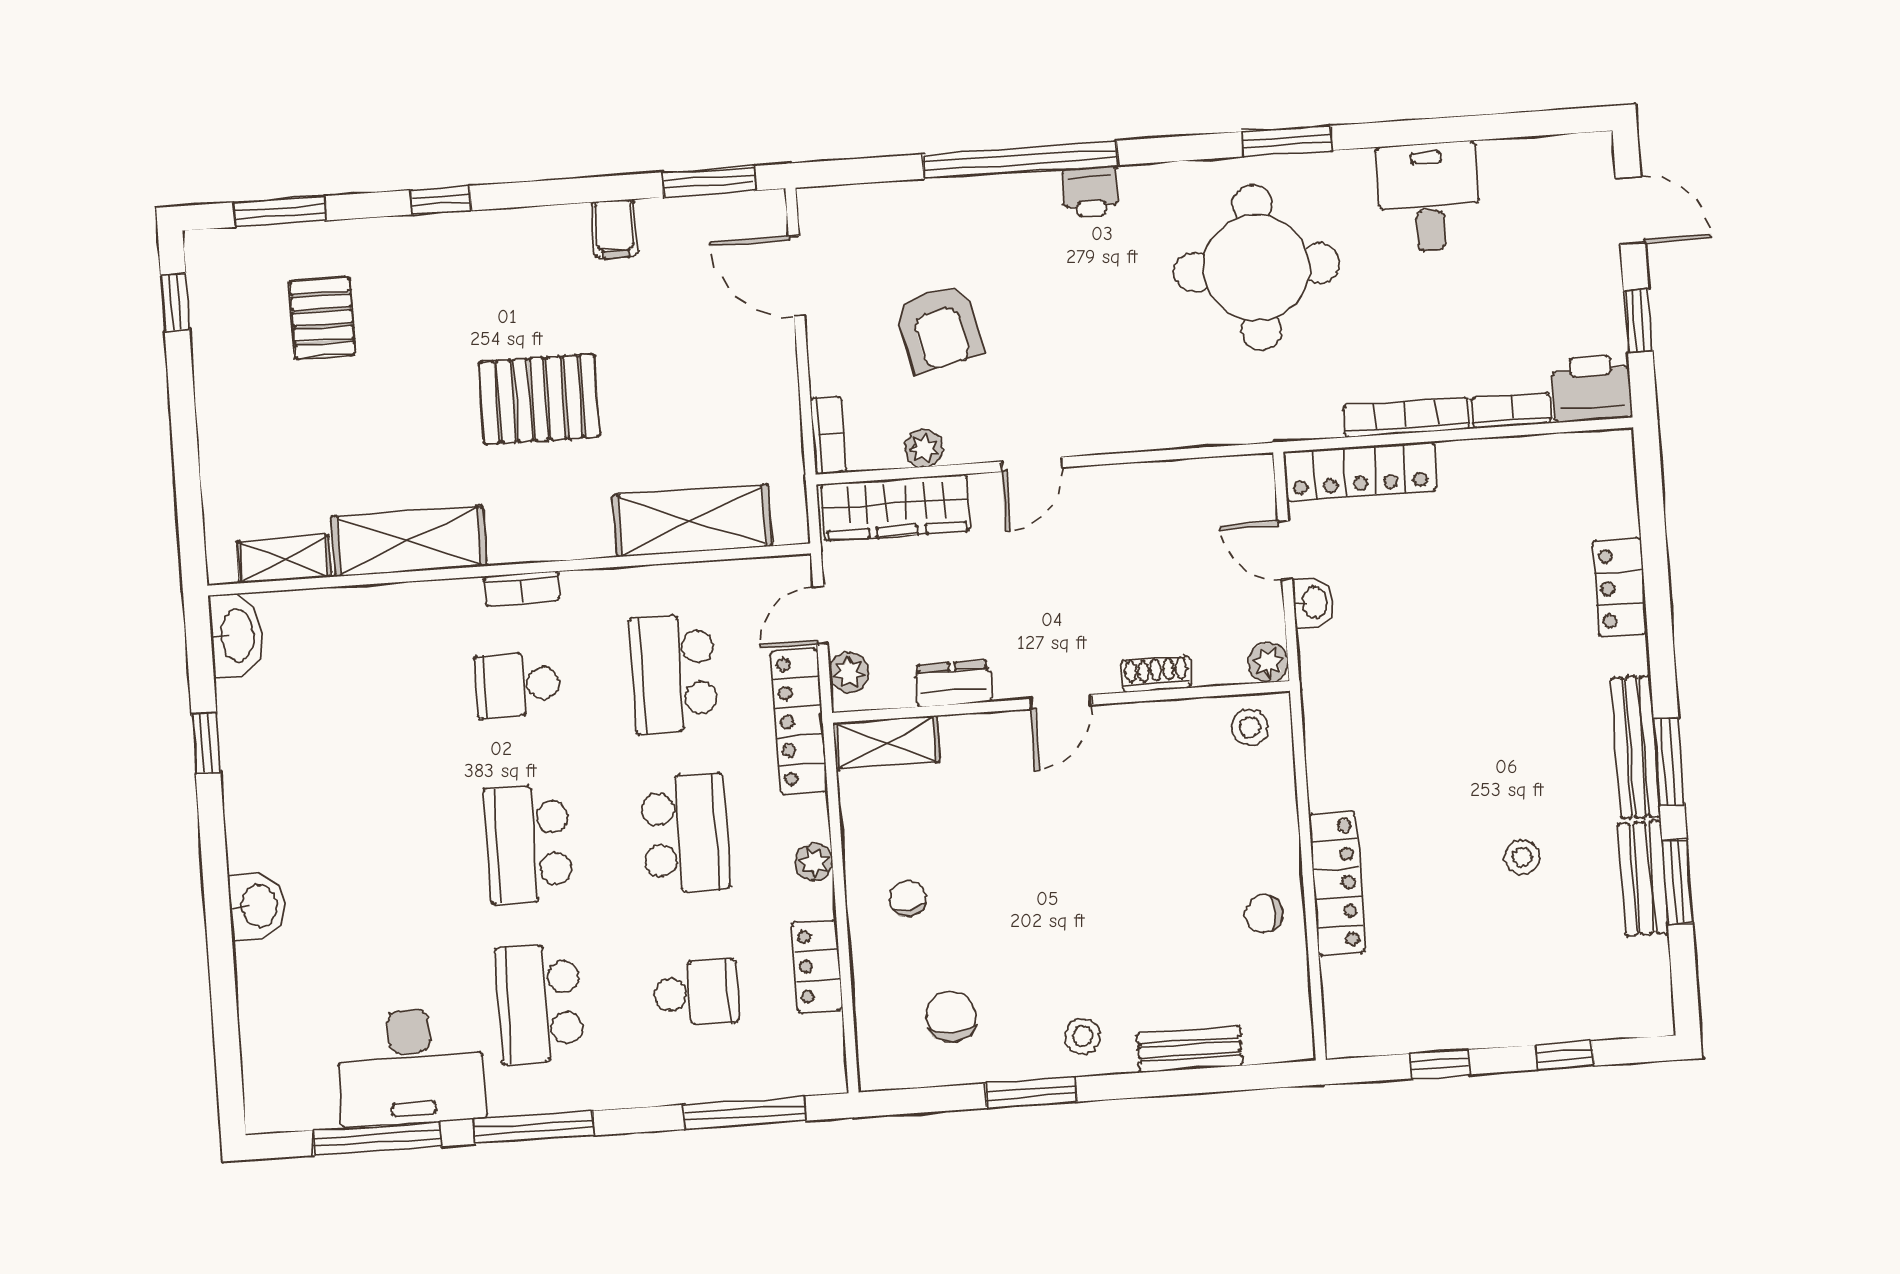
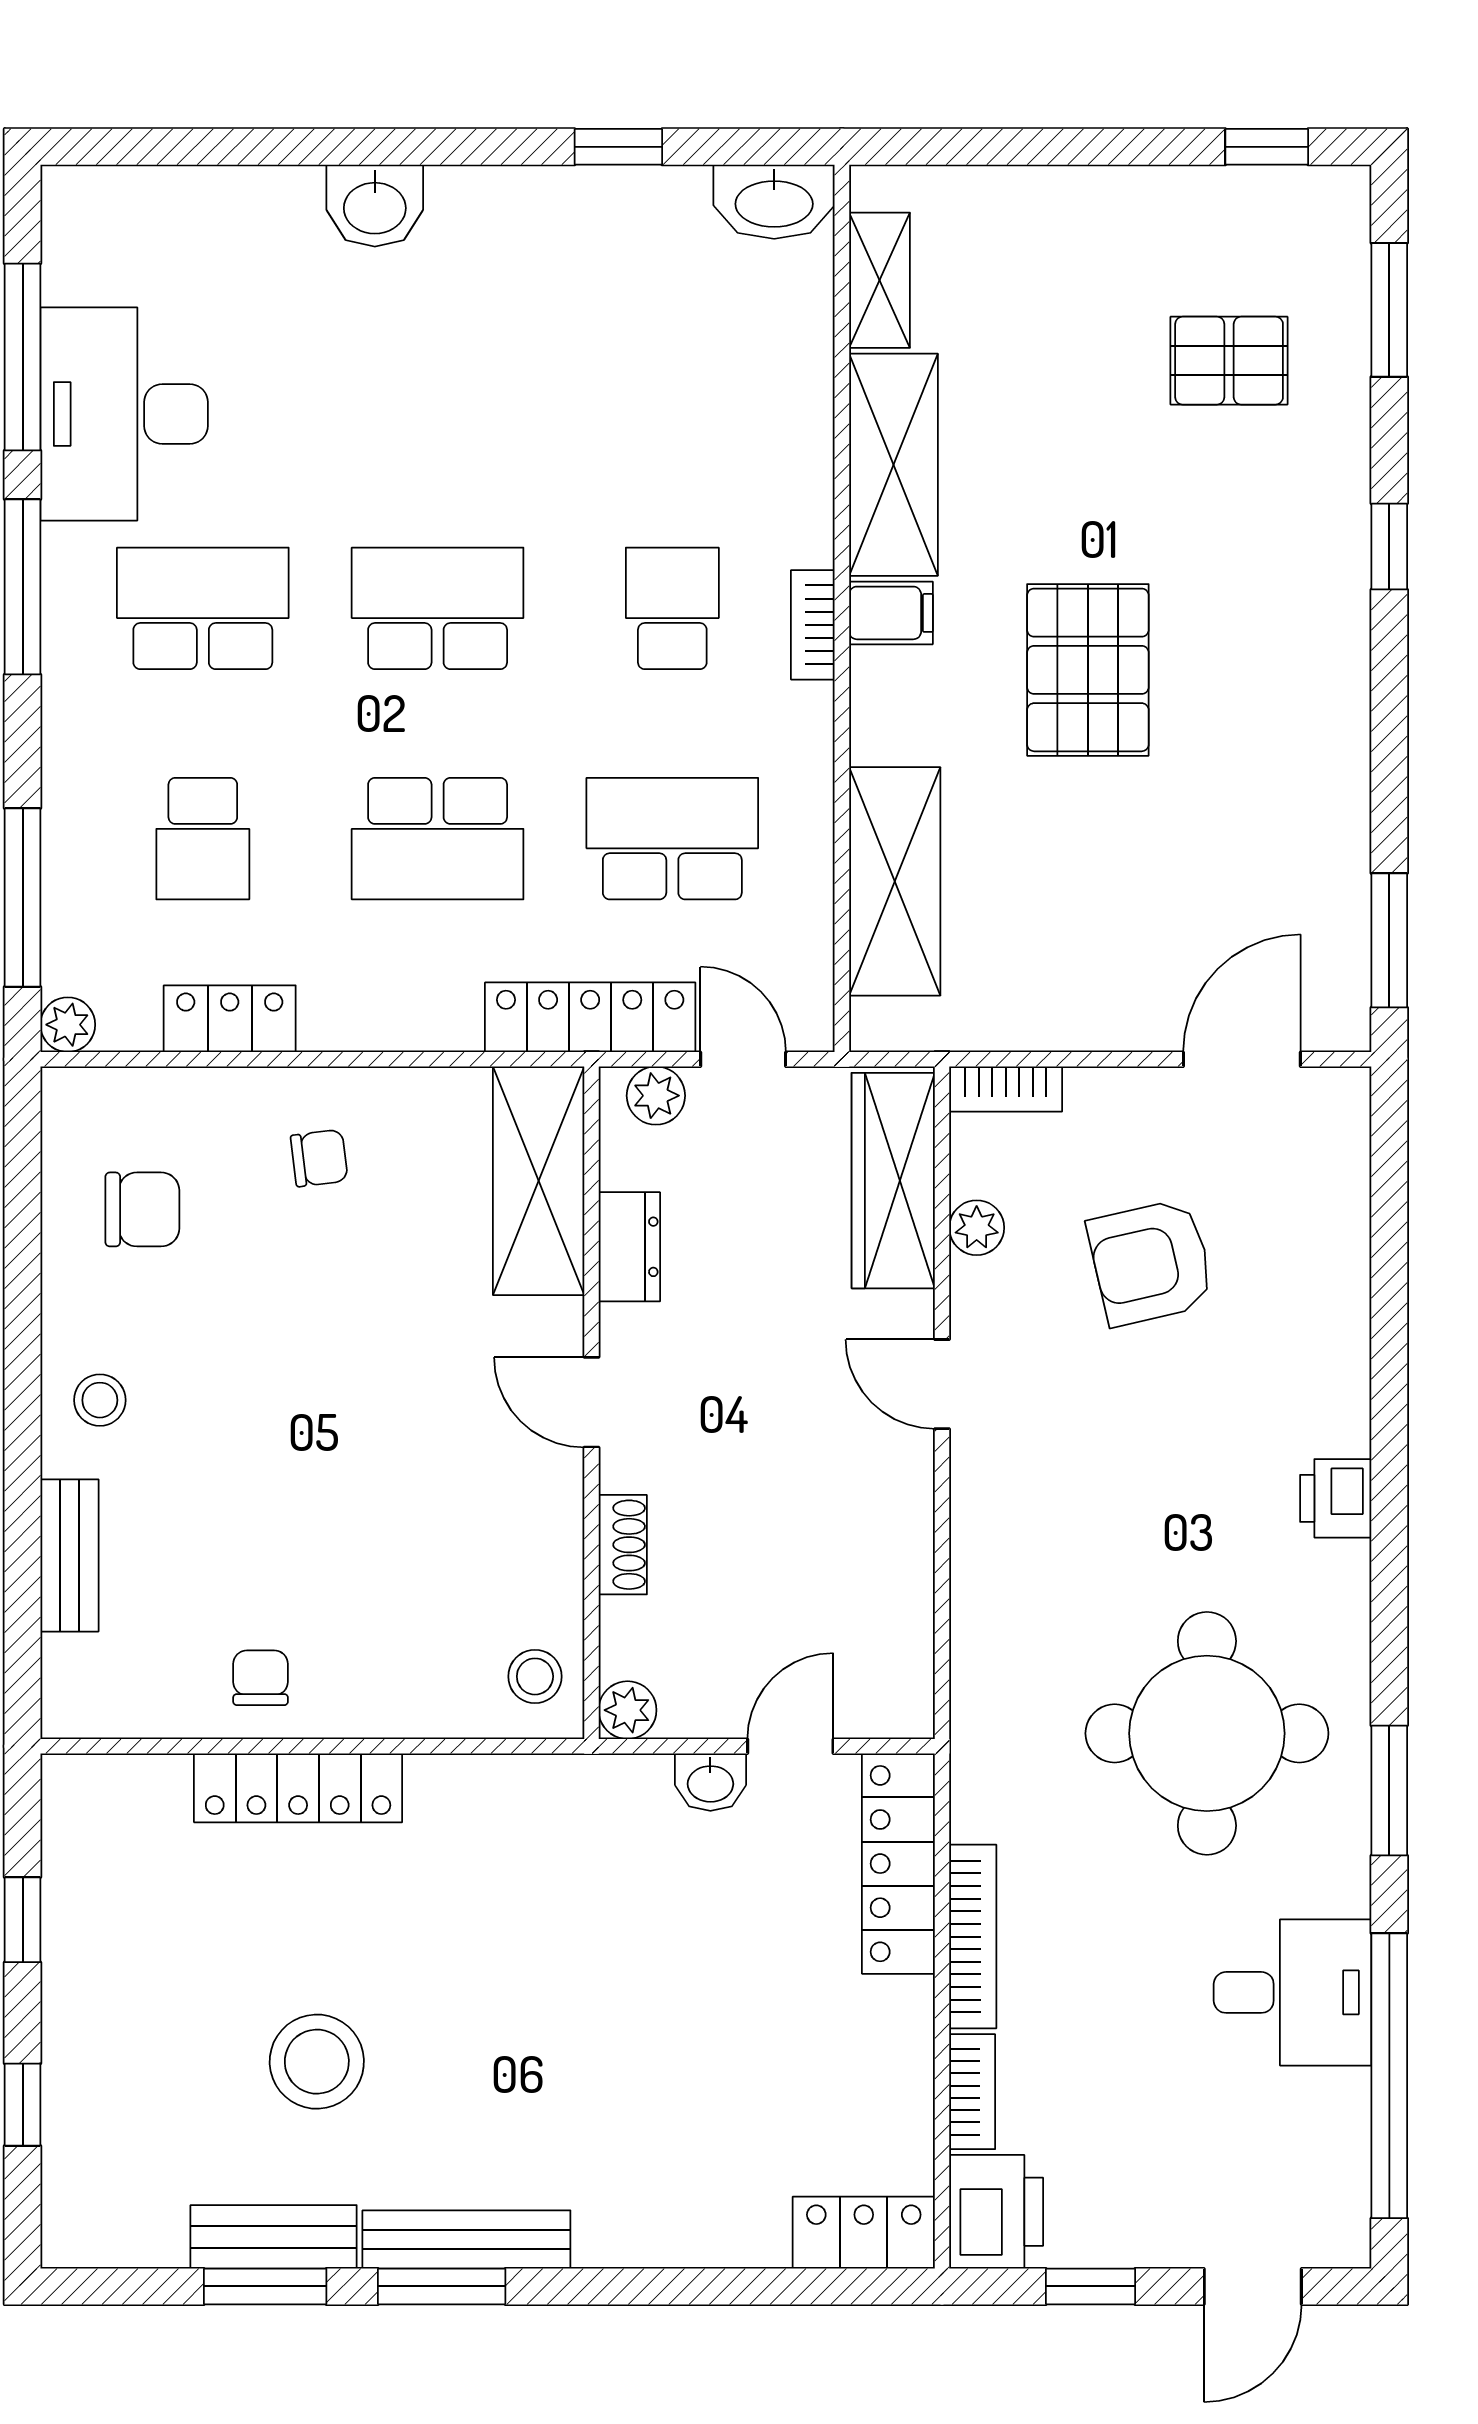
window: (1020, 160) -> (1389, 2076), moved
filing cabinet: (615, 229) -> (891, 613), moved, turned 180
locker: (1620, 588) -> (864, 2233), moved
shelving: (886, 742) -> (539, 1181), width x1.50, depth x1.33
stool: (1522, 857) -> (317, 2062), width x1.89, depth x1.89
plant: (814, 862) -> (68, 1025), moved
window: (1031, 1093) -> (23, 1319), removed

